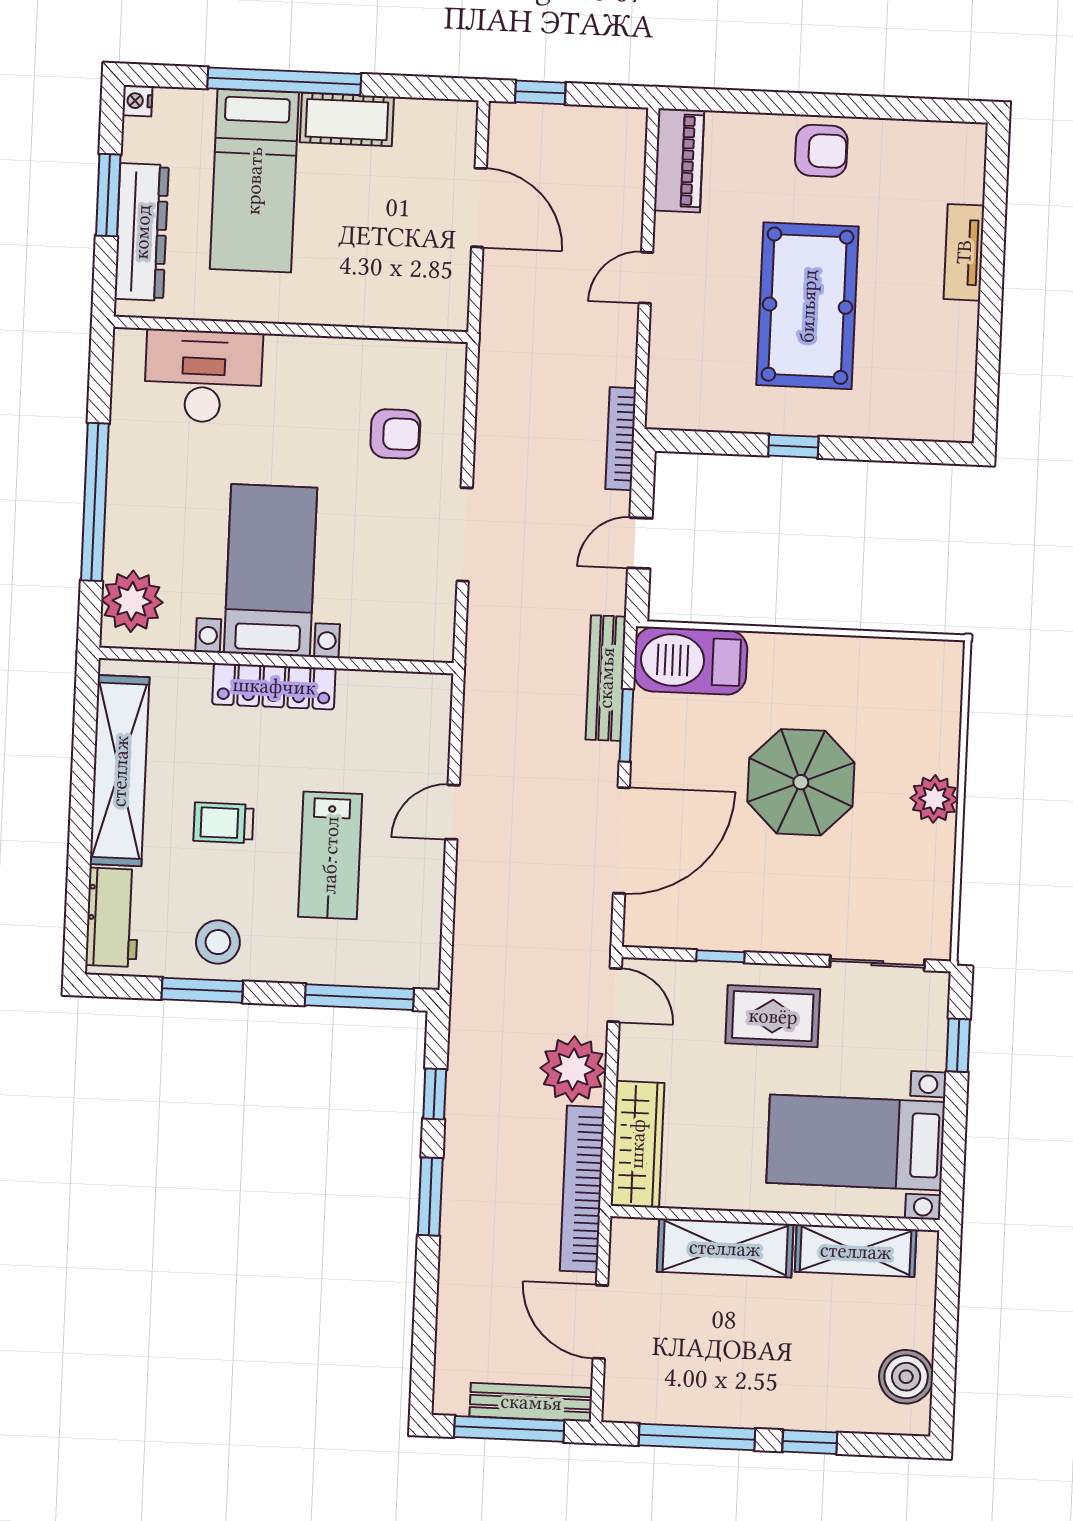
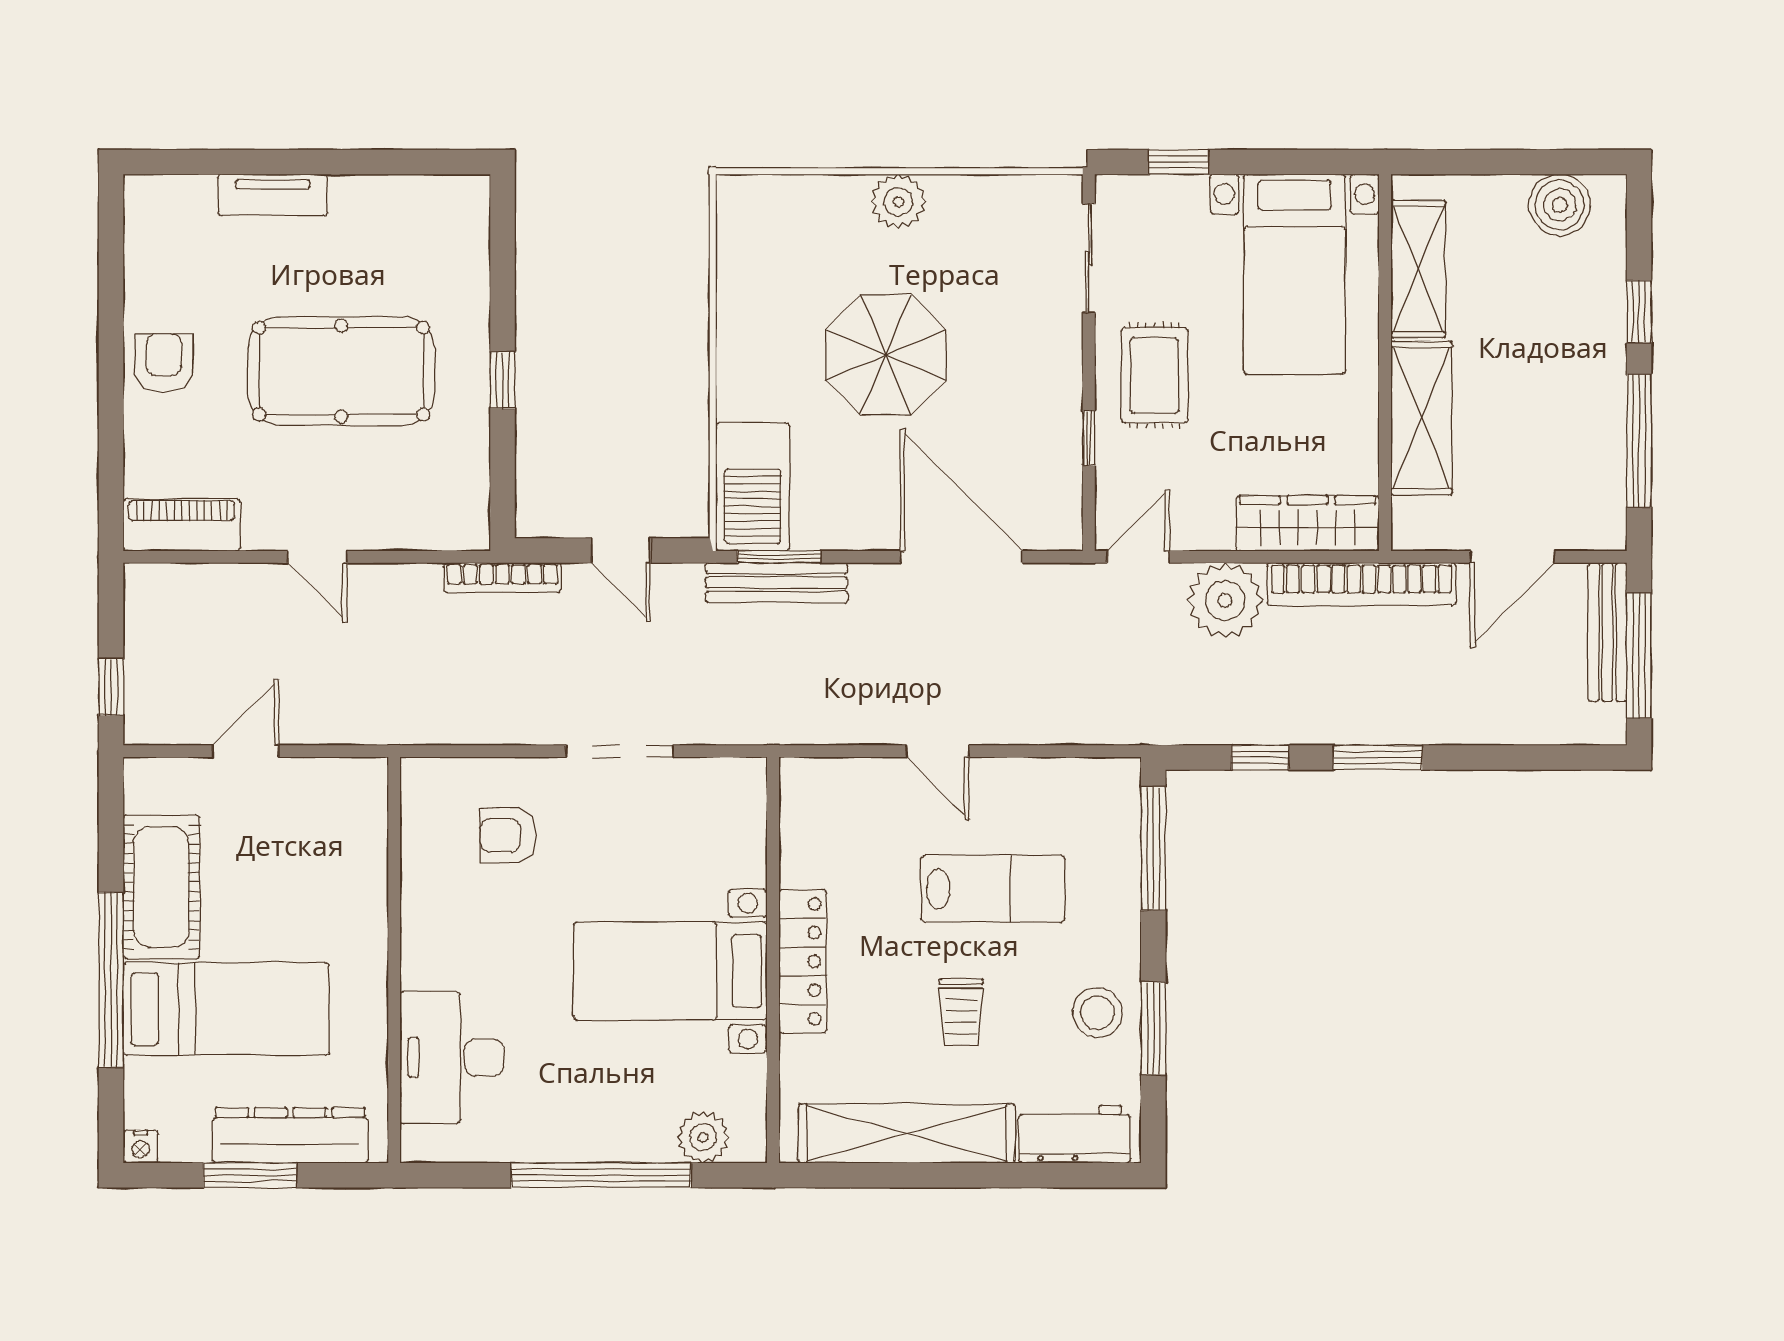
cot: (347, 120) -> (161, 887), width x1.37, depth x1.34
door: (479, 208) -> (246, 751), width x0.73
armchair: (395, 434) -> (508, 835), turned -90
plant: (132, 601) -> (703, 1137), width x0.73, depth x0.73
window: (626, 725) -> (779, 557), moved

